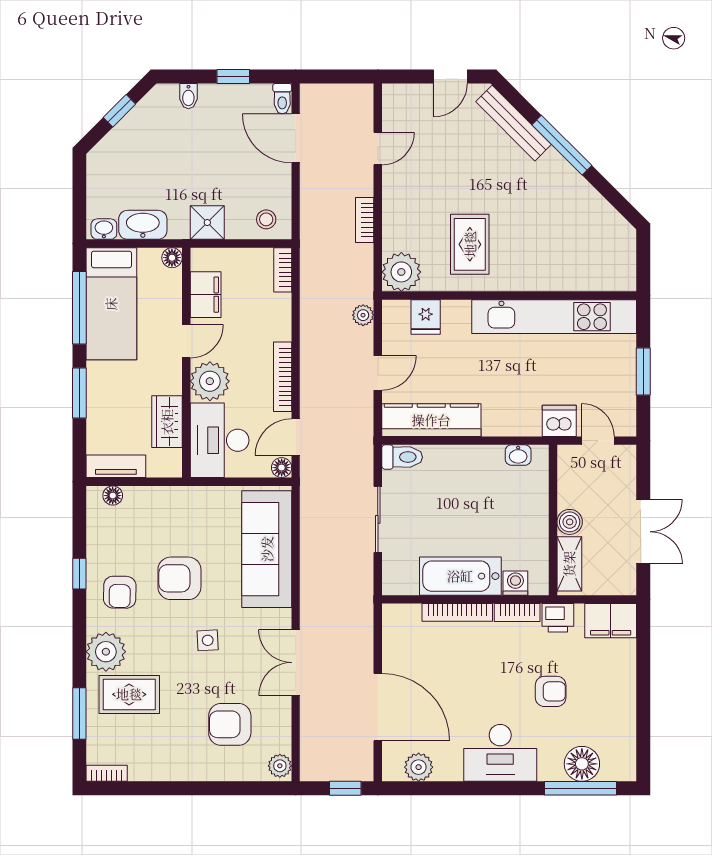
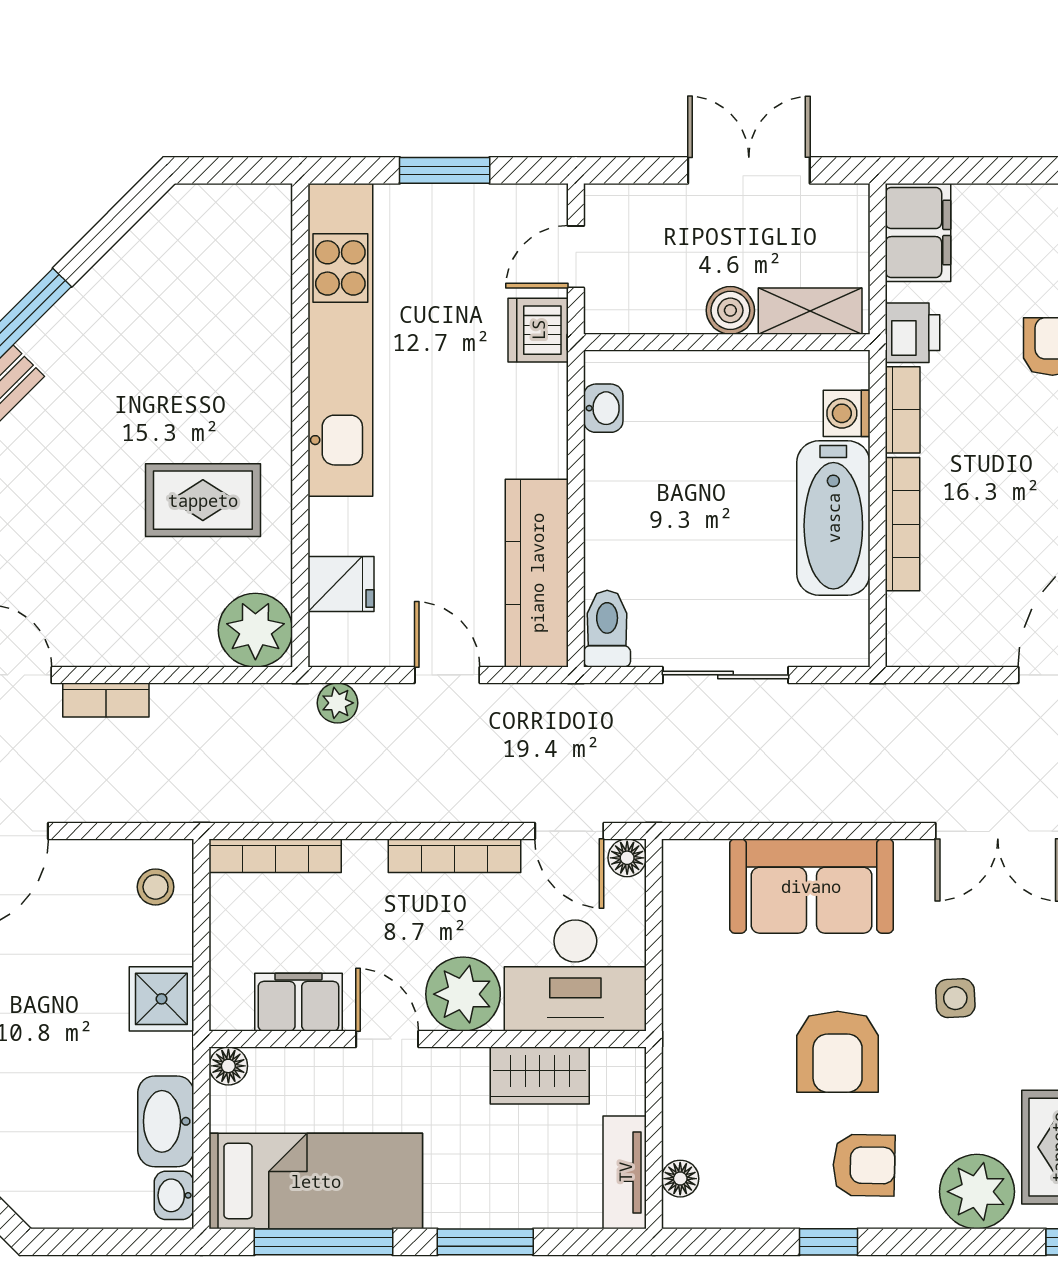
bookcase: (365, 220) -> (106, 700), moved
bookcase: (283, 270) -> (275, 856), width x1.56
sofa: (267, 549) -> (811, 886), width x0.73

